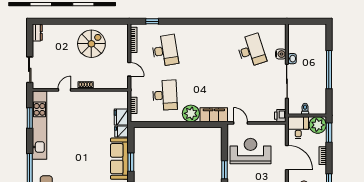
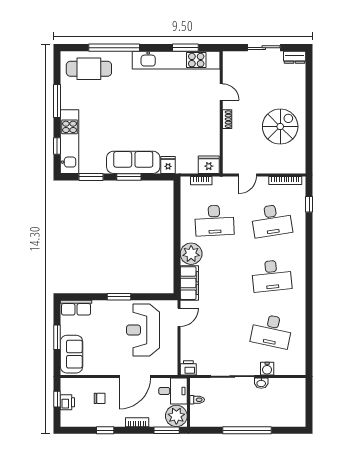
spiral stairs: (91, 44) -> (280, 127), turned -90
desk: (208, 50) -> (272, 276), added
desk: (251, 50) -> (272, 331), turned 30
sliding door: (30, 70) -> (264, 48), moved
fridge: (121, 117) -> (209, 165), moved
reception desk: (251, 151) -> (143, 330), turned 180

